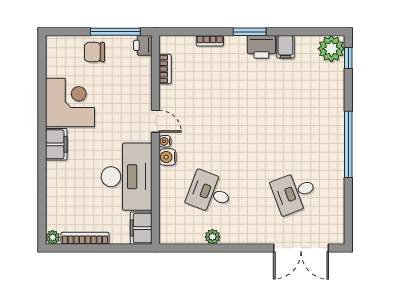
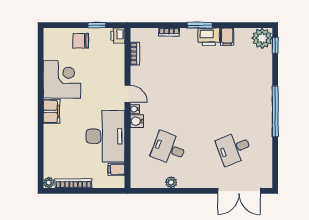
window: (115, 32) -> (97, 25), width x0.46
filing cabinet: (141, 228) -> (116, 169), width x0.50

